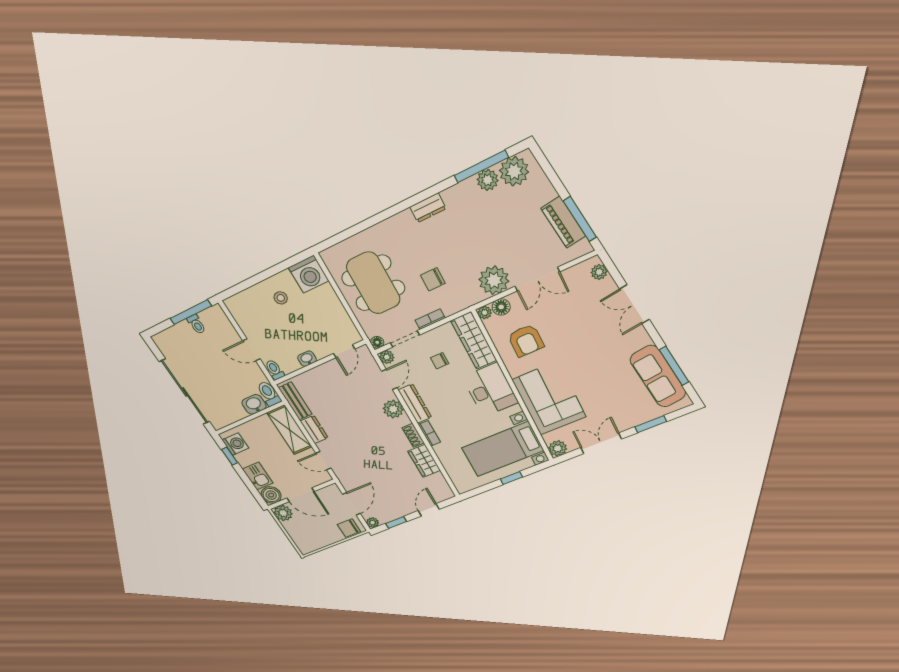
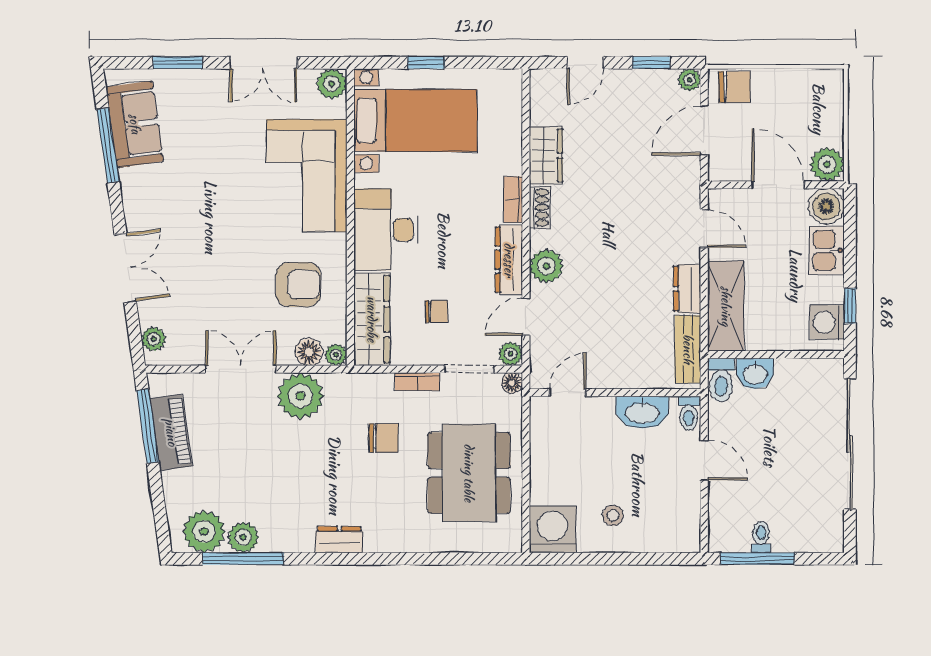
armchair: (526, 341) -> (298, 284), turned 90
washbasin: (307, 359) -> (642, 412), width x1.91, depth x1.45
sofa: (658, 376) -> (135, 124), width x0.73

